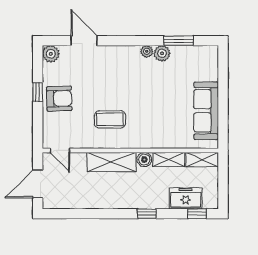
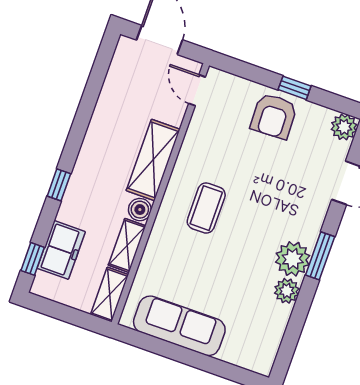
window: (179, 41) -> (320, 256), moved
plant: (147, 51) -> (293, 259), width x1.88, depth x1.88
coffee table: (110, 119) -> (206, 208), moved
door: (60, 150) -> (197, 90), hinge flipped

